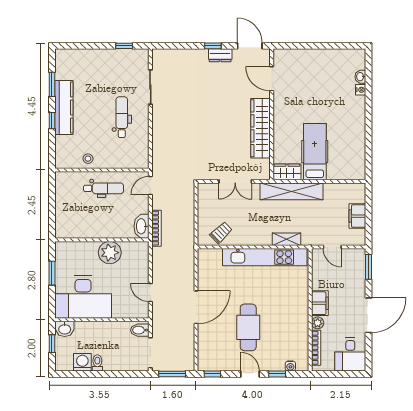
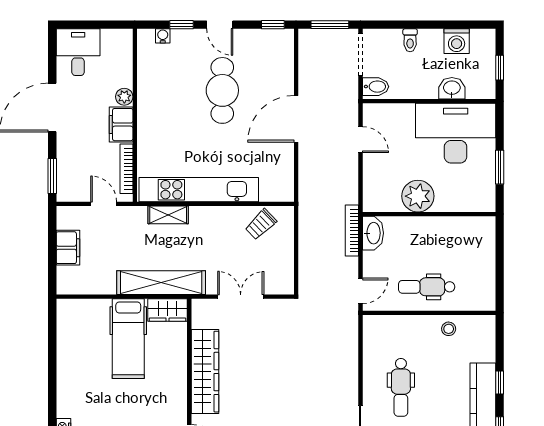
washbasin: (65, 329) -> (452, 88), moved
bookcase: (316, 348) -> (126, 169), moved
toilet: (97, 363) -> (410, 40), moved

